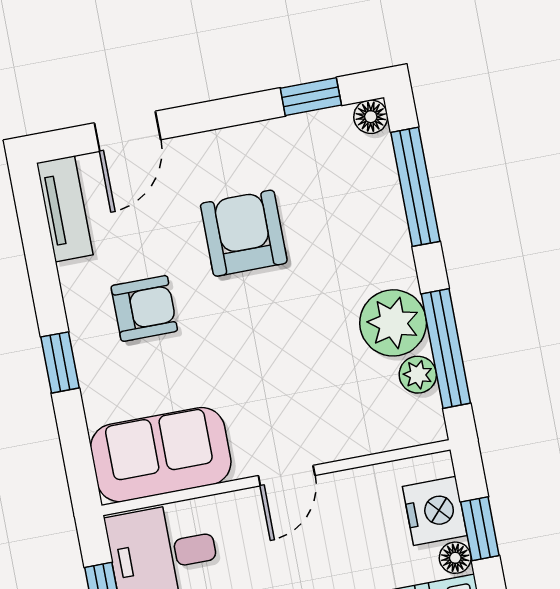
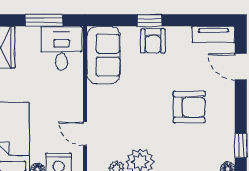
armchair: (144, 308) -> (153, 41), moved
door: (287, 476) -> (85, 134), moved

